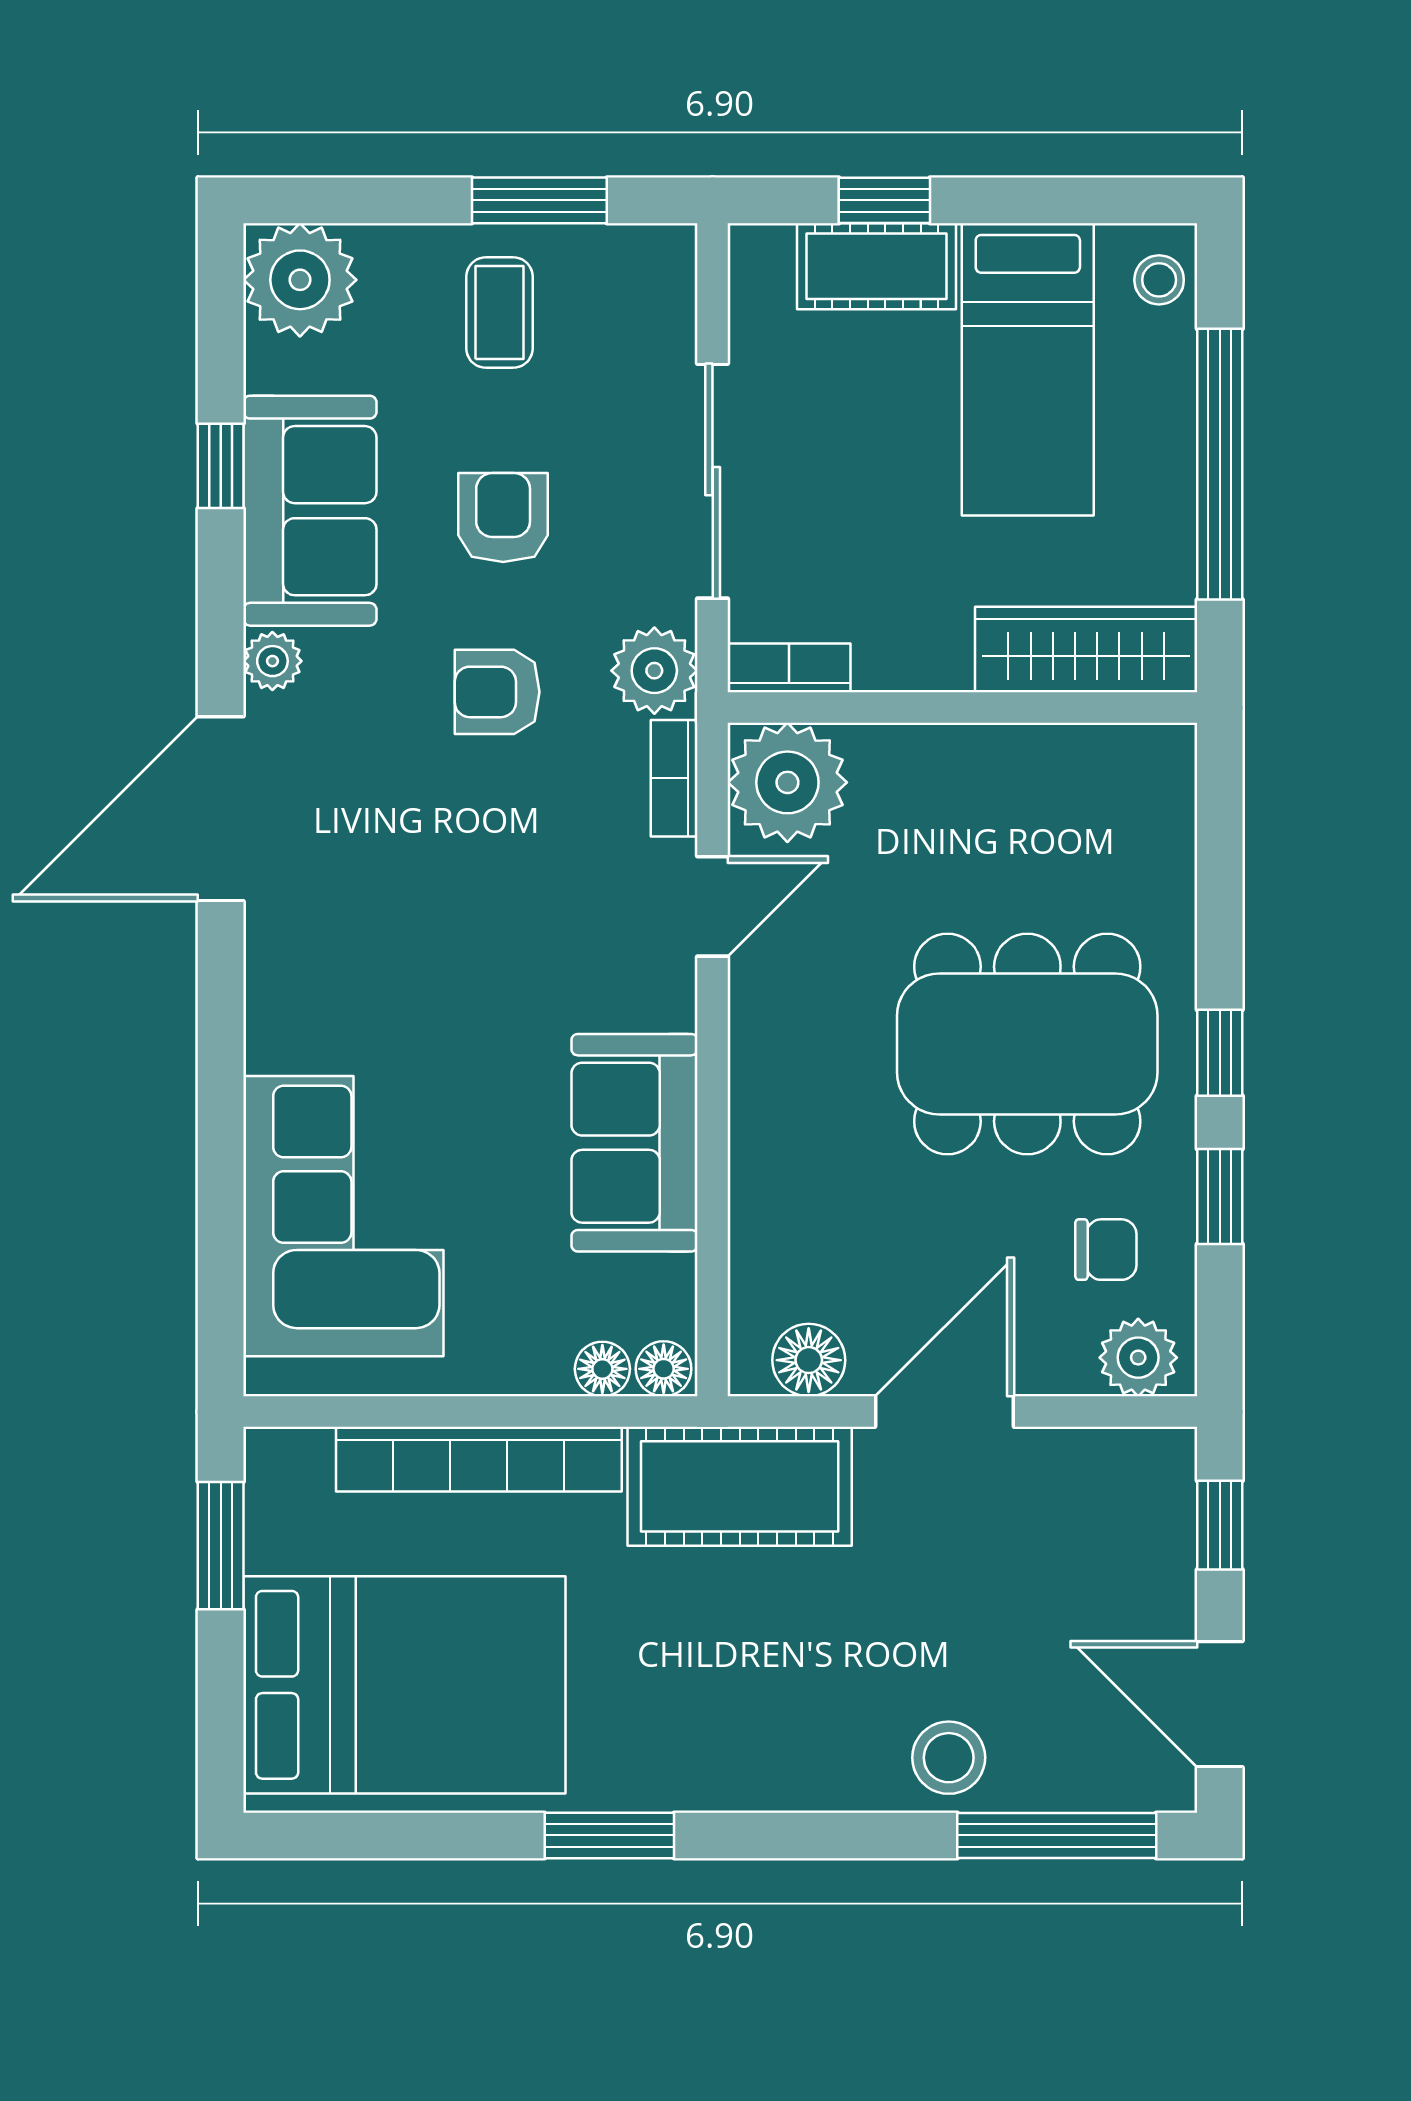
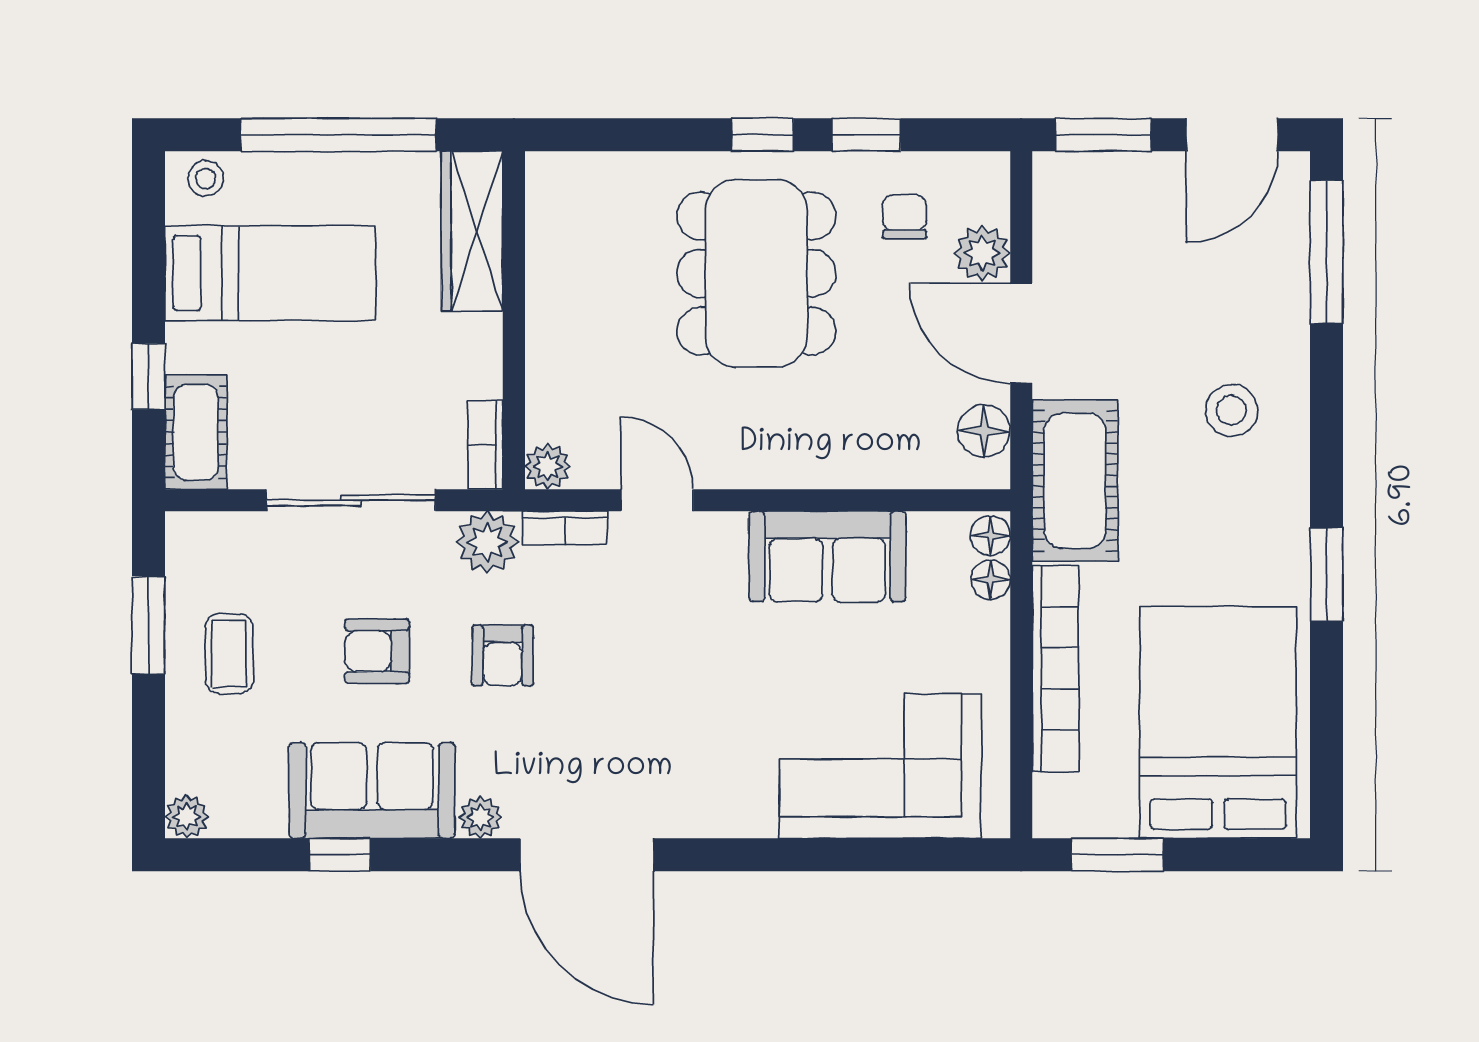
cot: (877, 266) -> (196, 432), moved
plant: (300, 280) -> (187, 817), width x0.53, depth x0.53
coffee table: (499, 313) -> (229, 654), turned 90
plant: (787, 782) -> (548, 466), width x0.53, depth x0.53
plant: (1138, 1358) -> (982, 253), moved
window: (1220, 1525) -> (1103, 135), width x1.50
stool: (949, 1758) -> (1231, 410), moved

